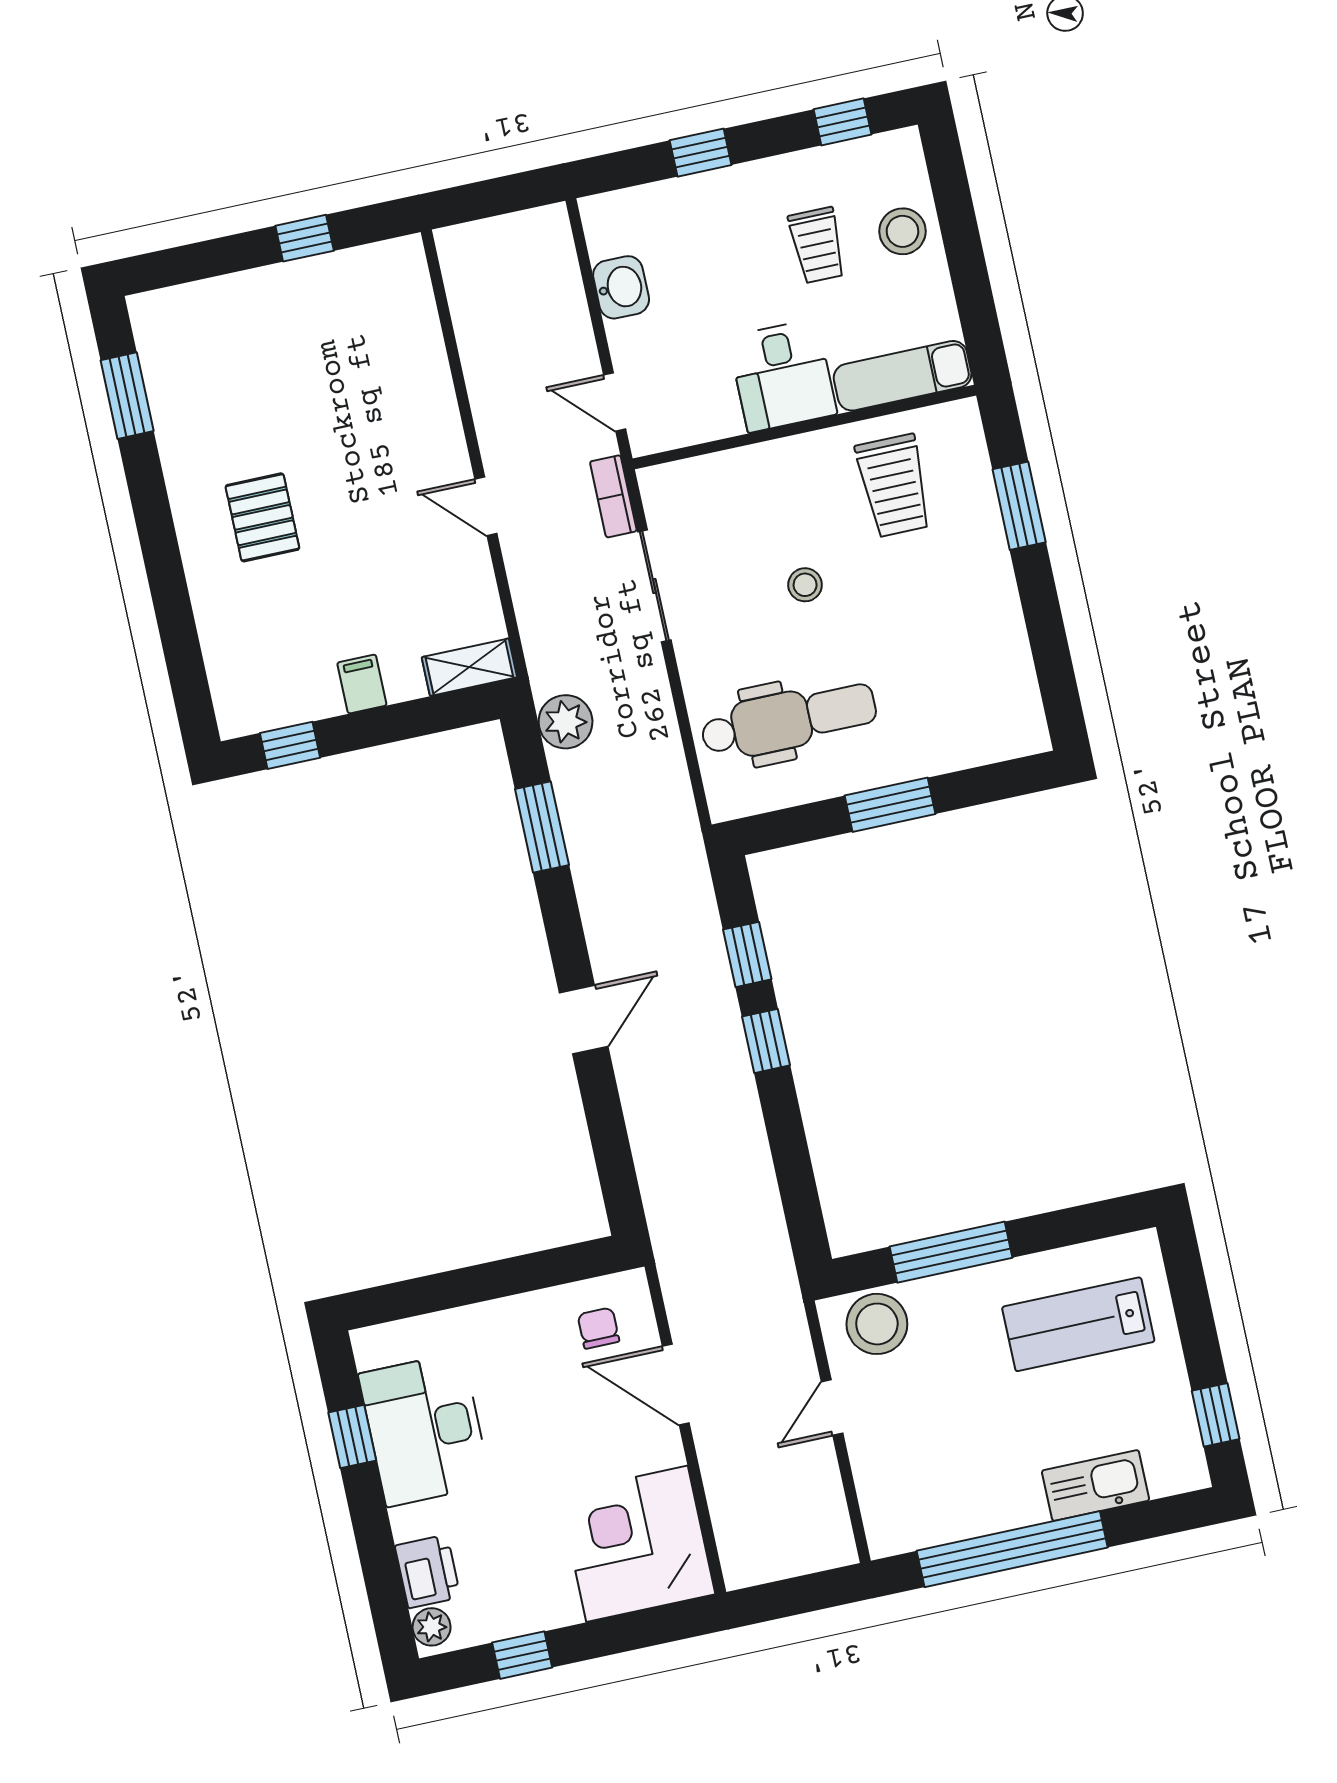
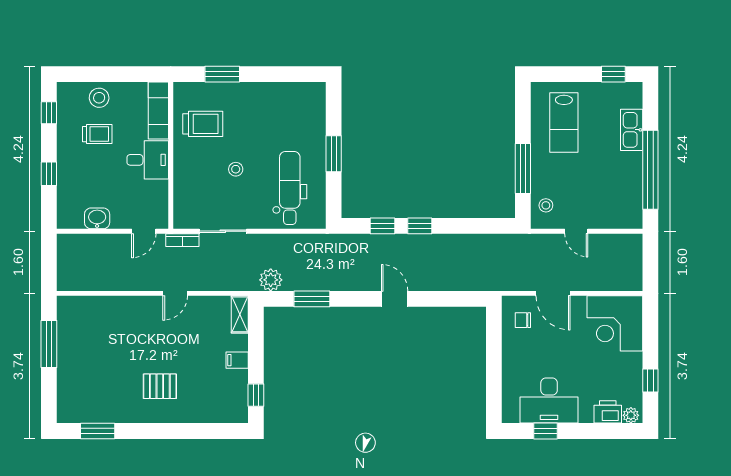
window: (305, 238) -> (49, 344), width x2.17
stool: (877, 1324) -> (546, 205), width x0.53, depth x0.53
door: (676, 1385) -> (553, 293), hinge flipped

